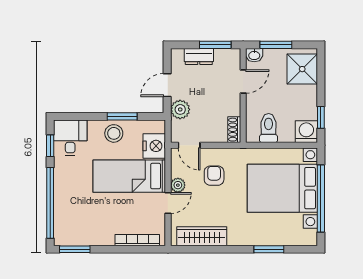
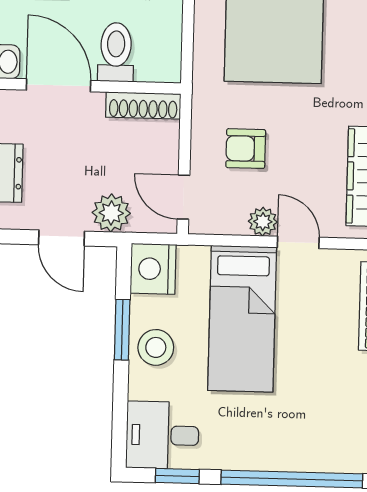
door: (243, 82) -> (58, 85), width x1.38
toilet: (269, 128) -> (116, 52), moved, turned 90
shoe rack: (234, 130) -> (143, 105), width x1.43
door: (189, 145) -> (184, 197), swing flipped
nightstand: (154, 146) -> (153, 269), moved, turned -90

